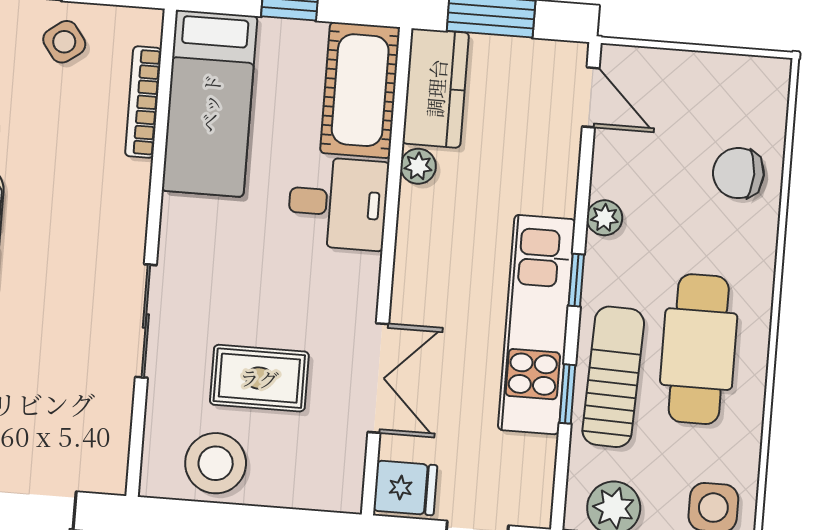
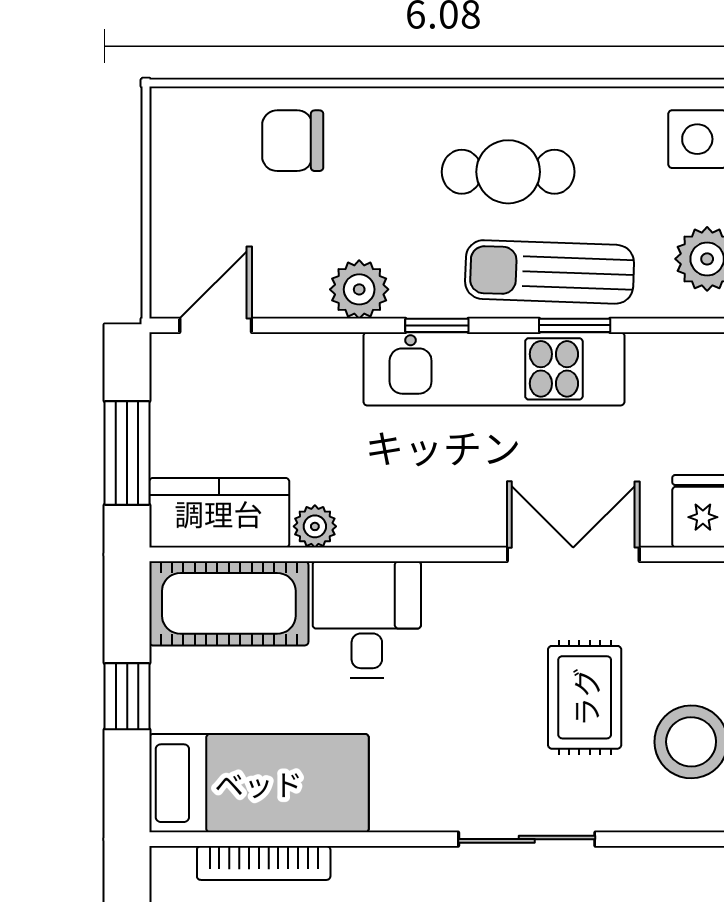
chair: (738, 173) -> (293, 141), turned 90
plant: (604, 218) -> (359, 289), width x1.38, depth x1.38
cafe table: (699, 349) -> (508, 172), width x0.73, depth x0.74

